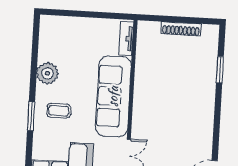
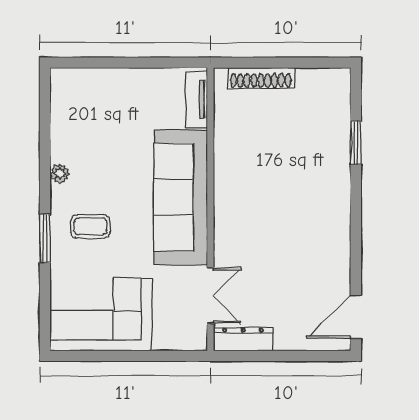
shoe rack: (181, 29) -> (261, 78), moved
plant: (48, 73) -> (60, 174), width x0.53, depth x0.53

